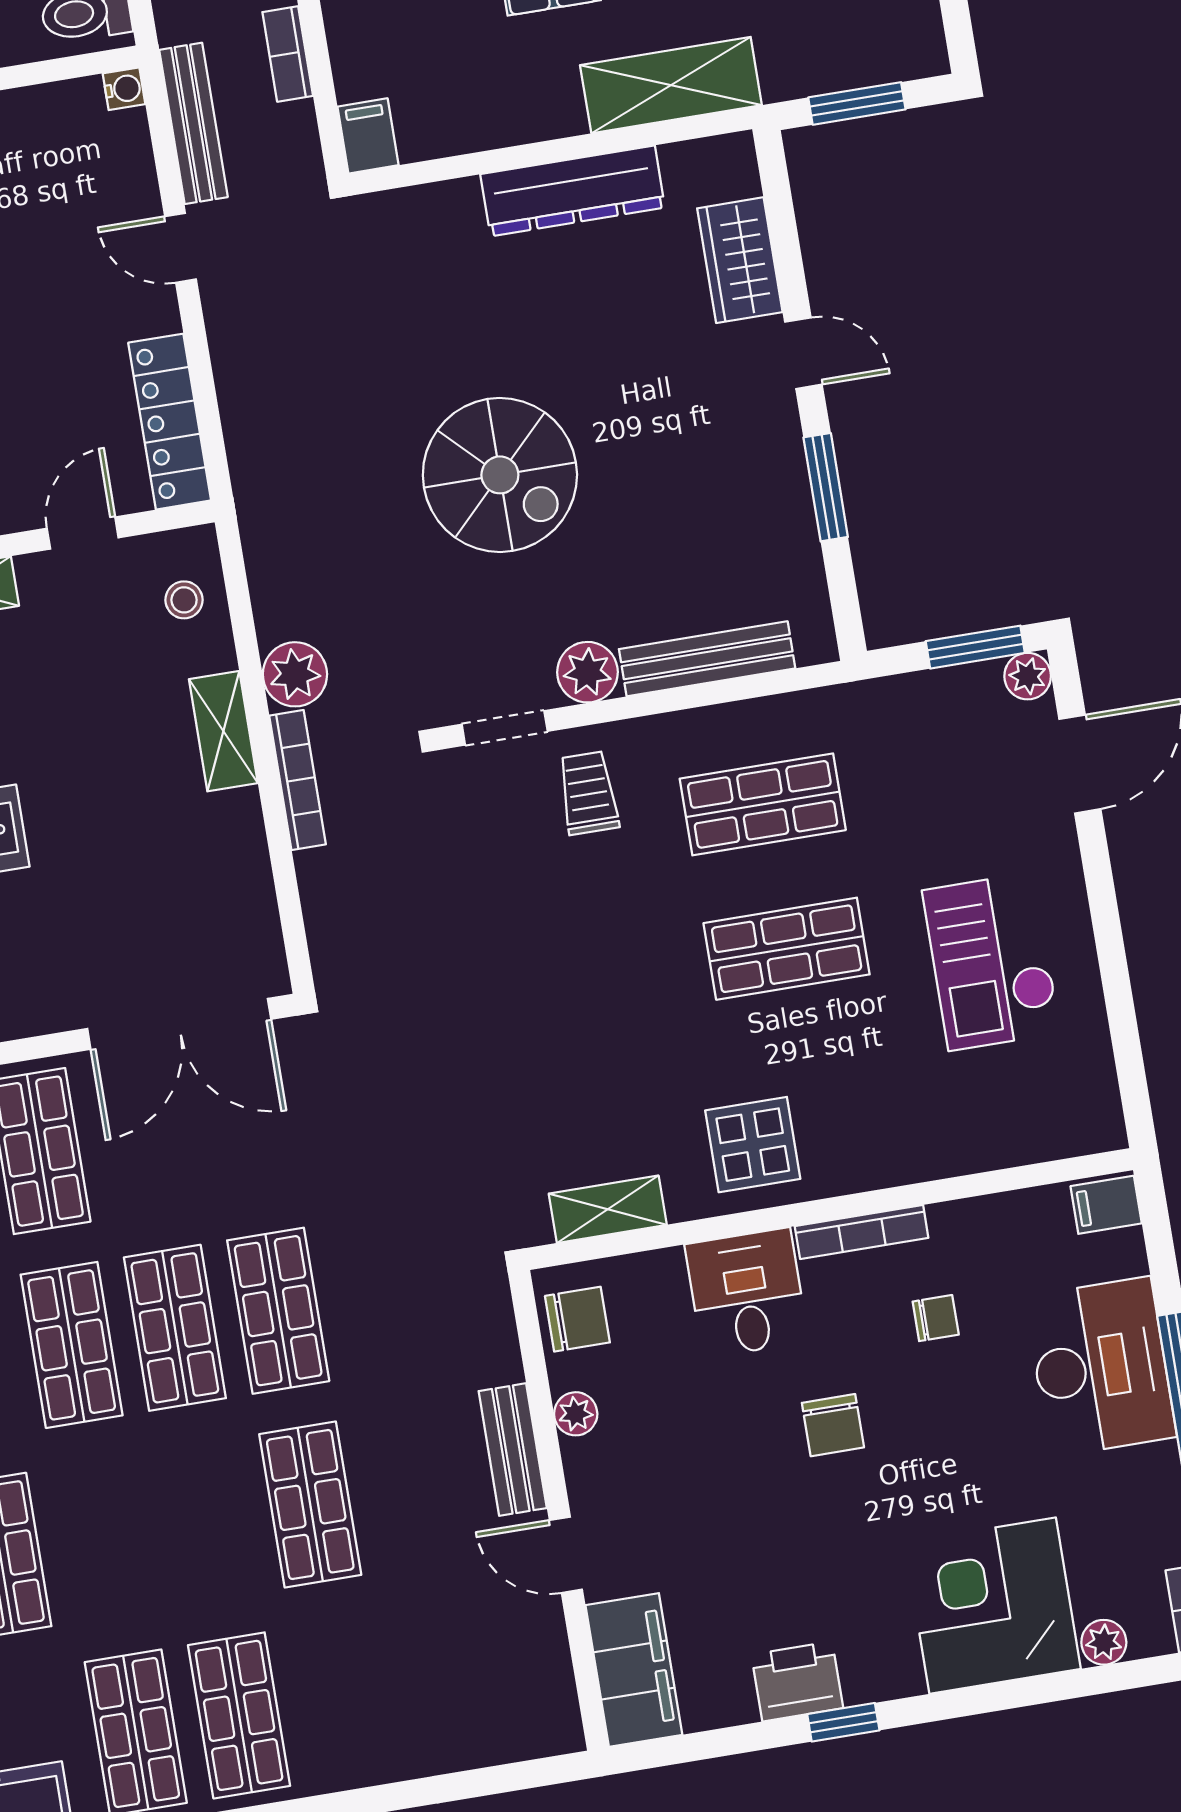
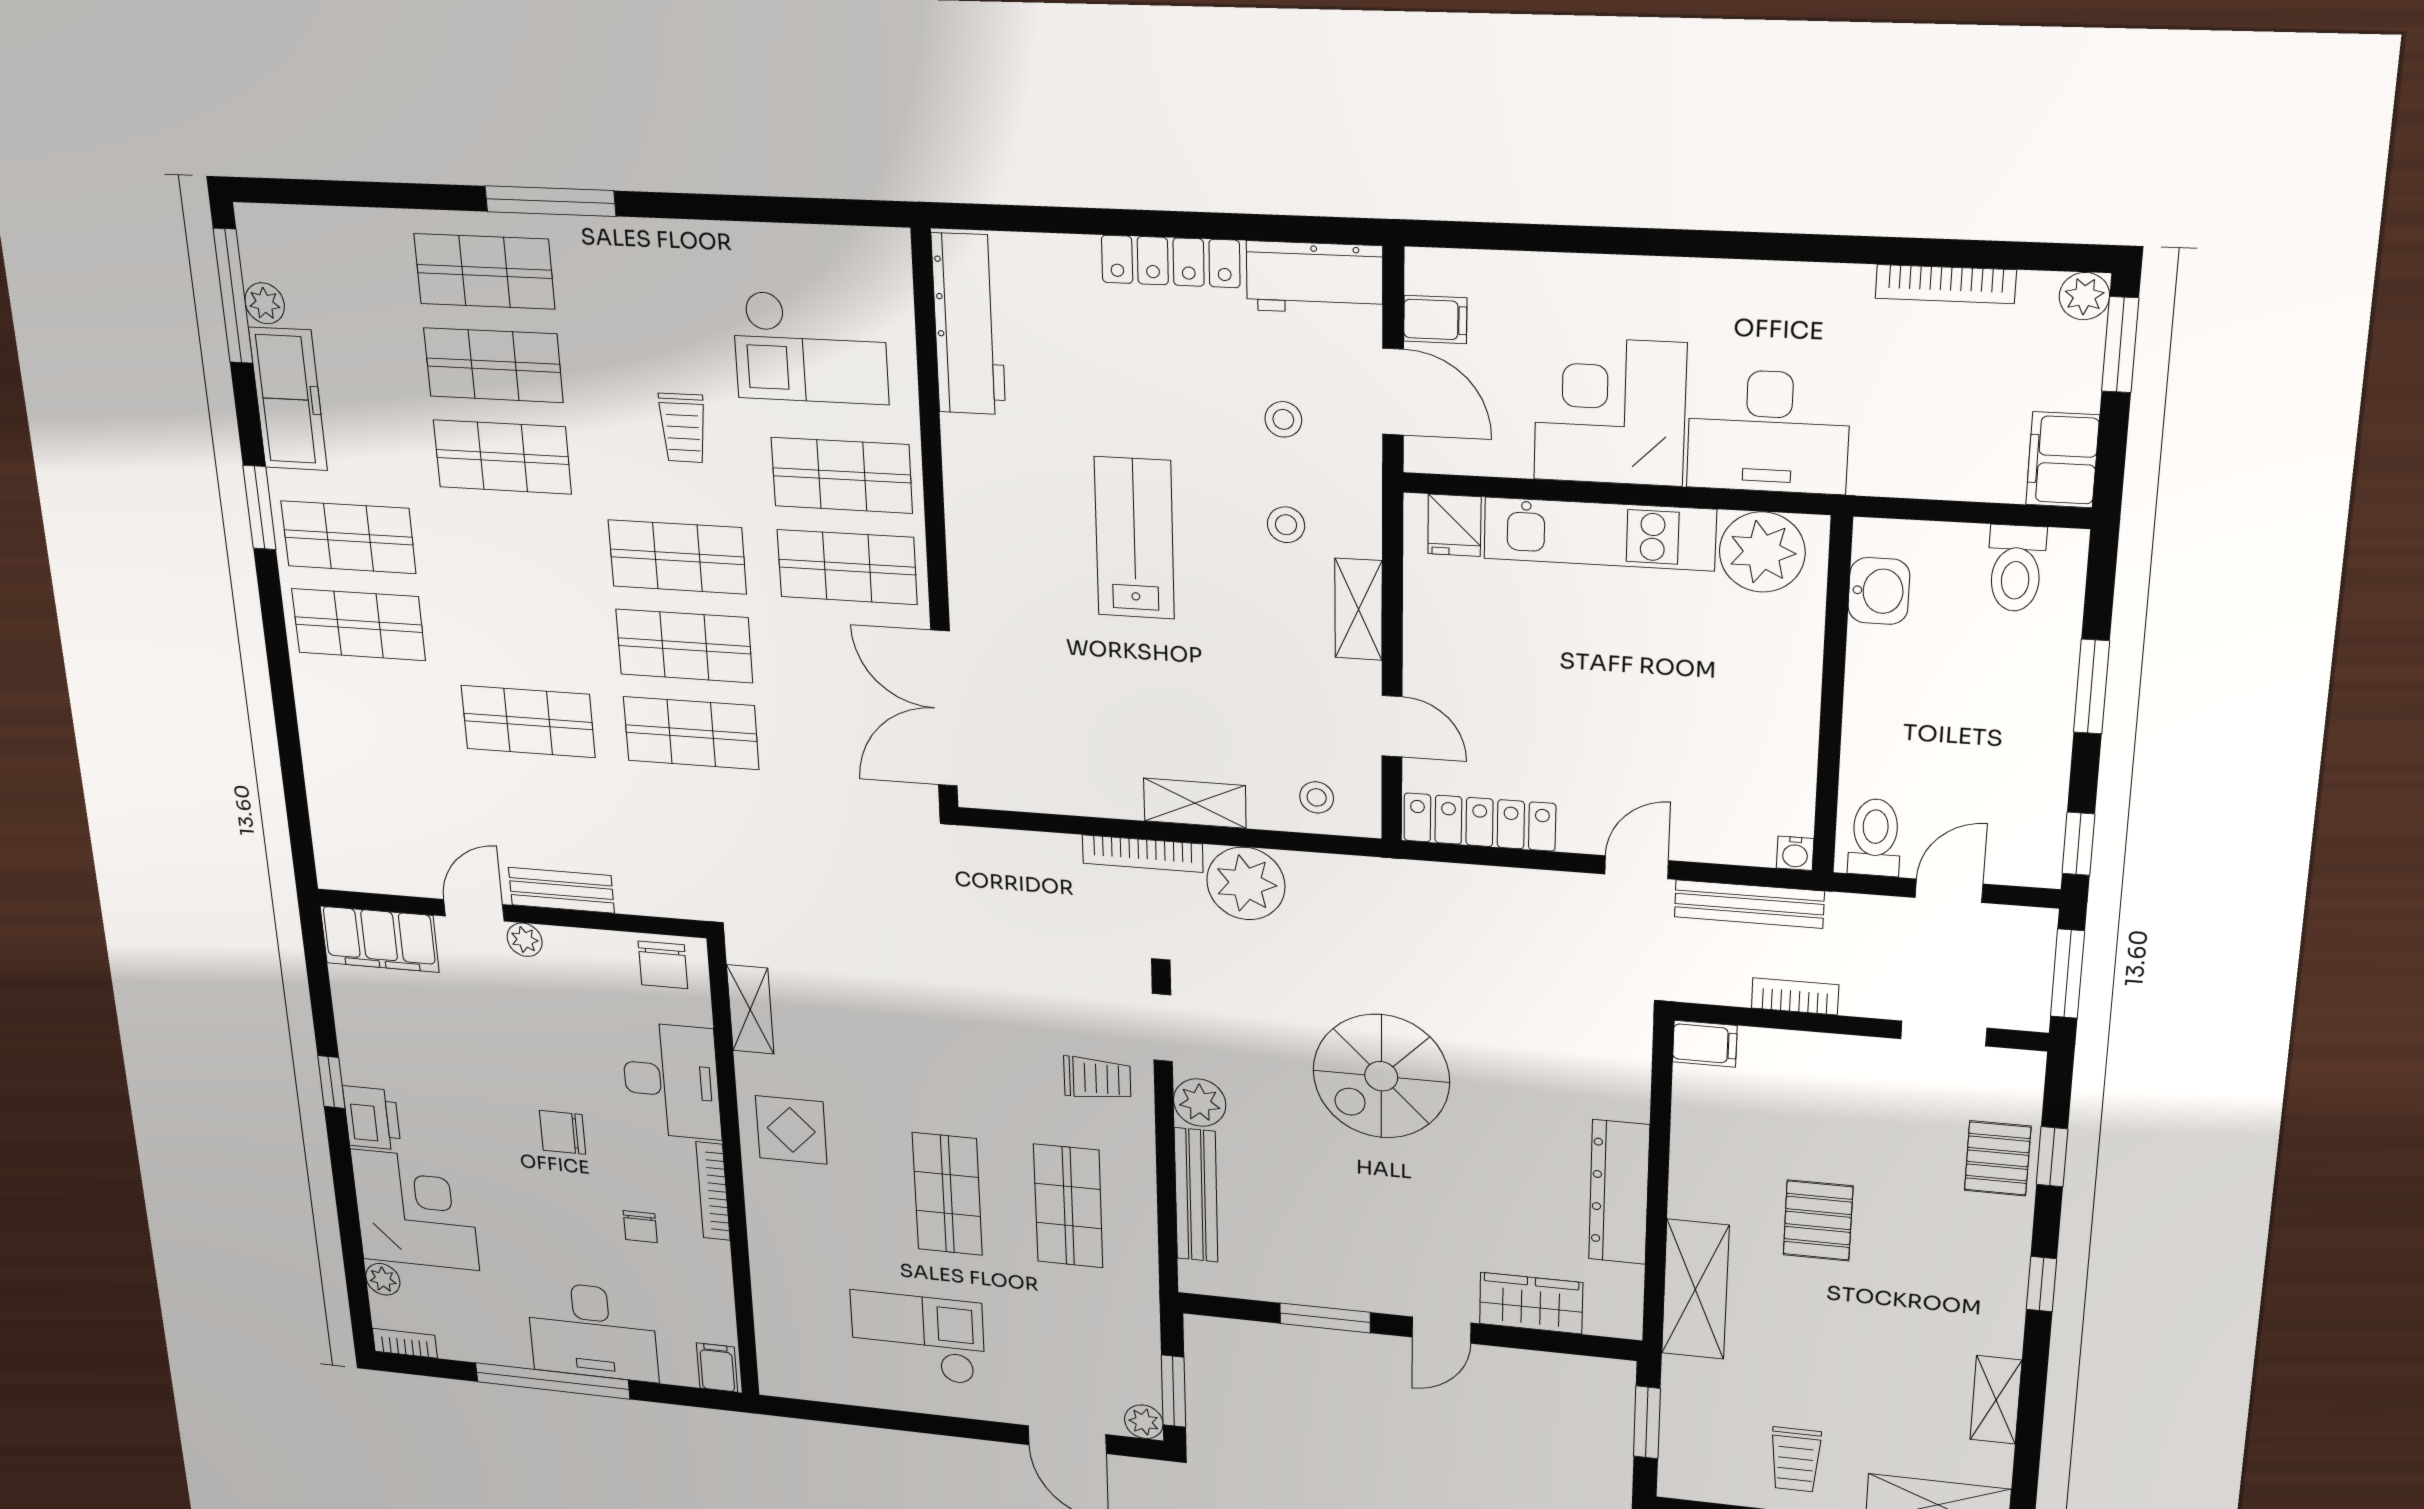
plant: (295, 674) -> (1246, 883), width x1.36, depth x1.36
desk: (747, 1293) -> (671, 1081), width x1.37
plant: (576, 1414) -> (525, 940), moved
printer: (797, 1681) -> (372, 1118), moved

